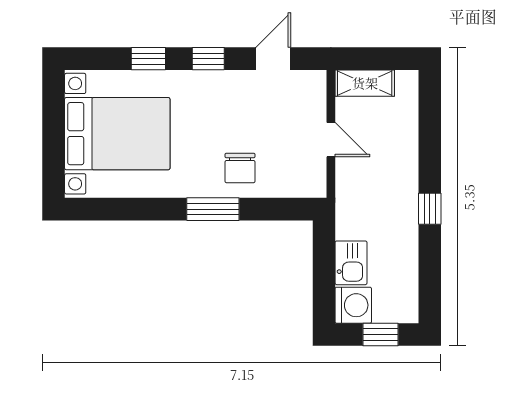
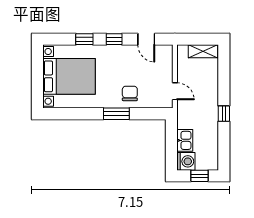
door: (273, 59) -> (146, 39), swing flipped
shelving: (365, 83) -> (203, 51), moved
door: (331, 140) -> (175, 91), moved
chair: (240, 168) -> (130, 93), turned 180

